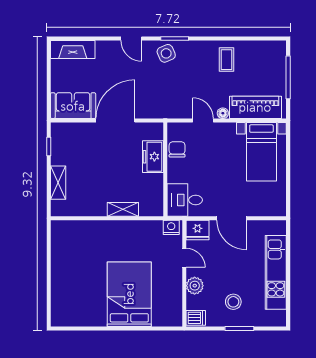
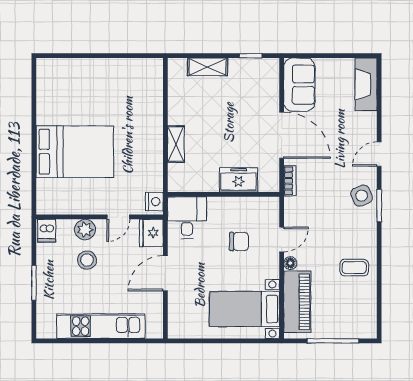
bookcase: (154, 114) -> (290, 181), added
chair: (177, 149) -> (239, 241), moved
stool: (233, 302) -> (87, 260), moved

